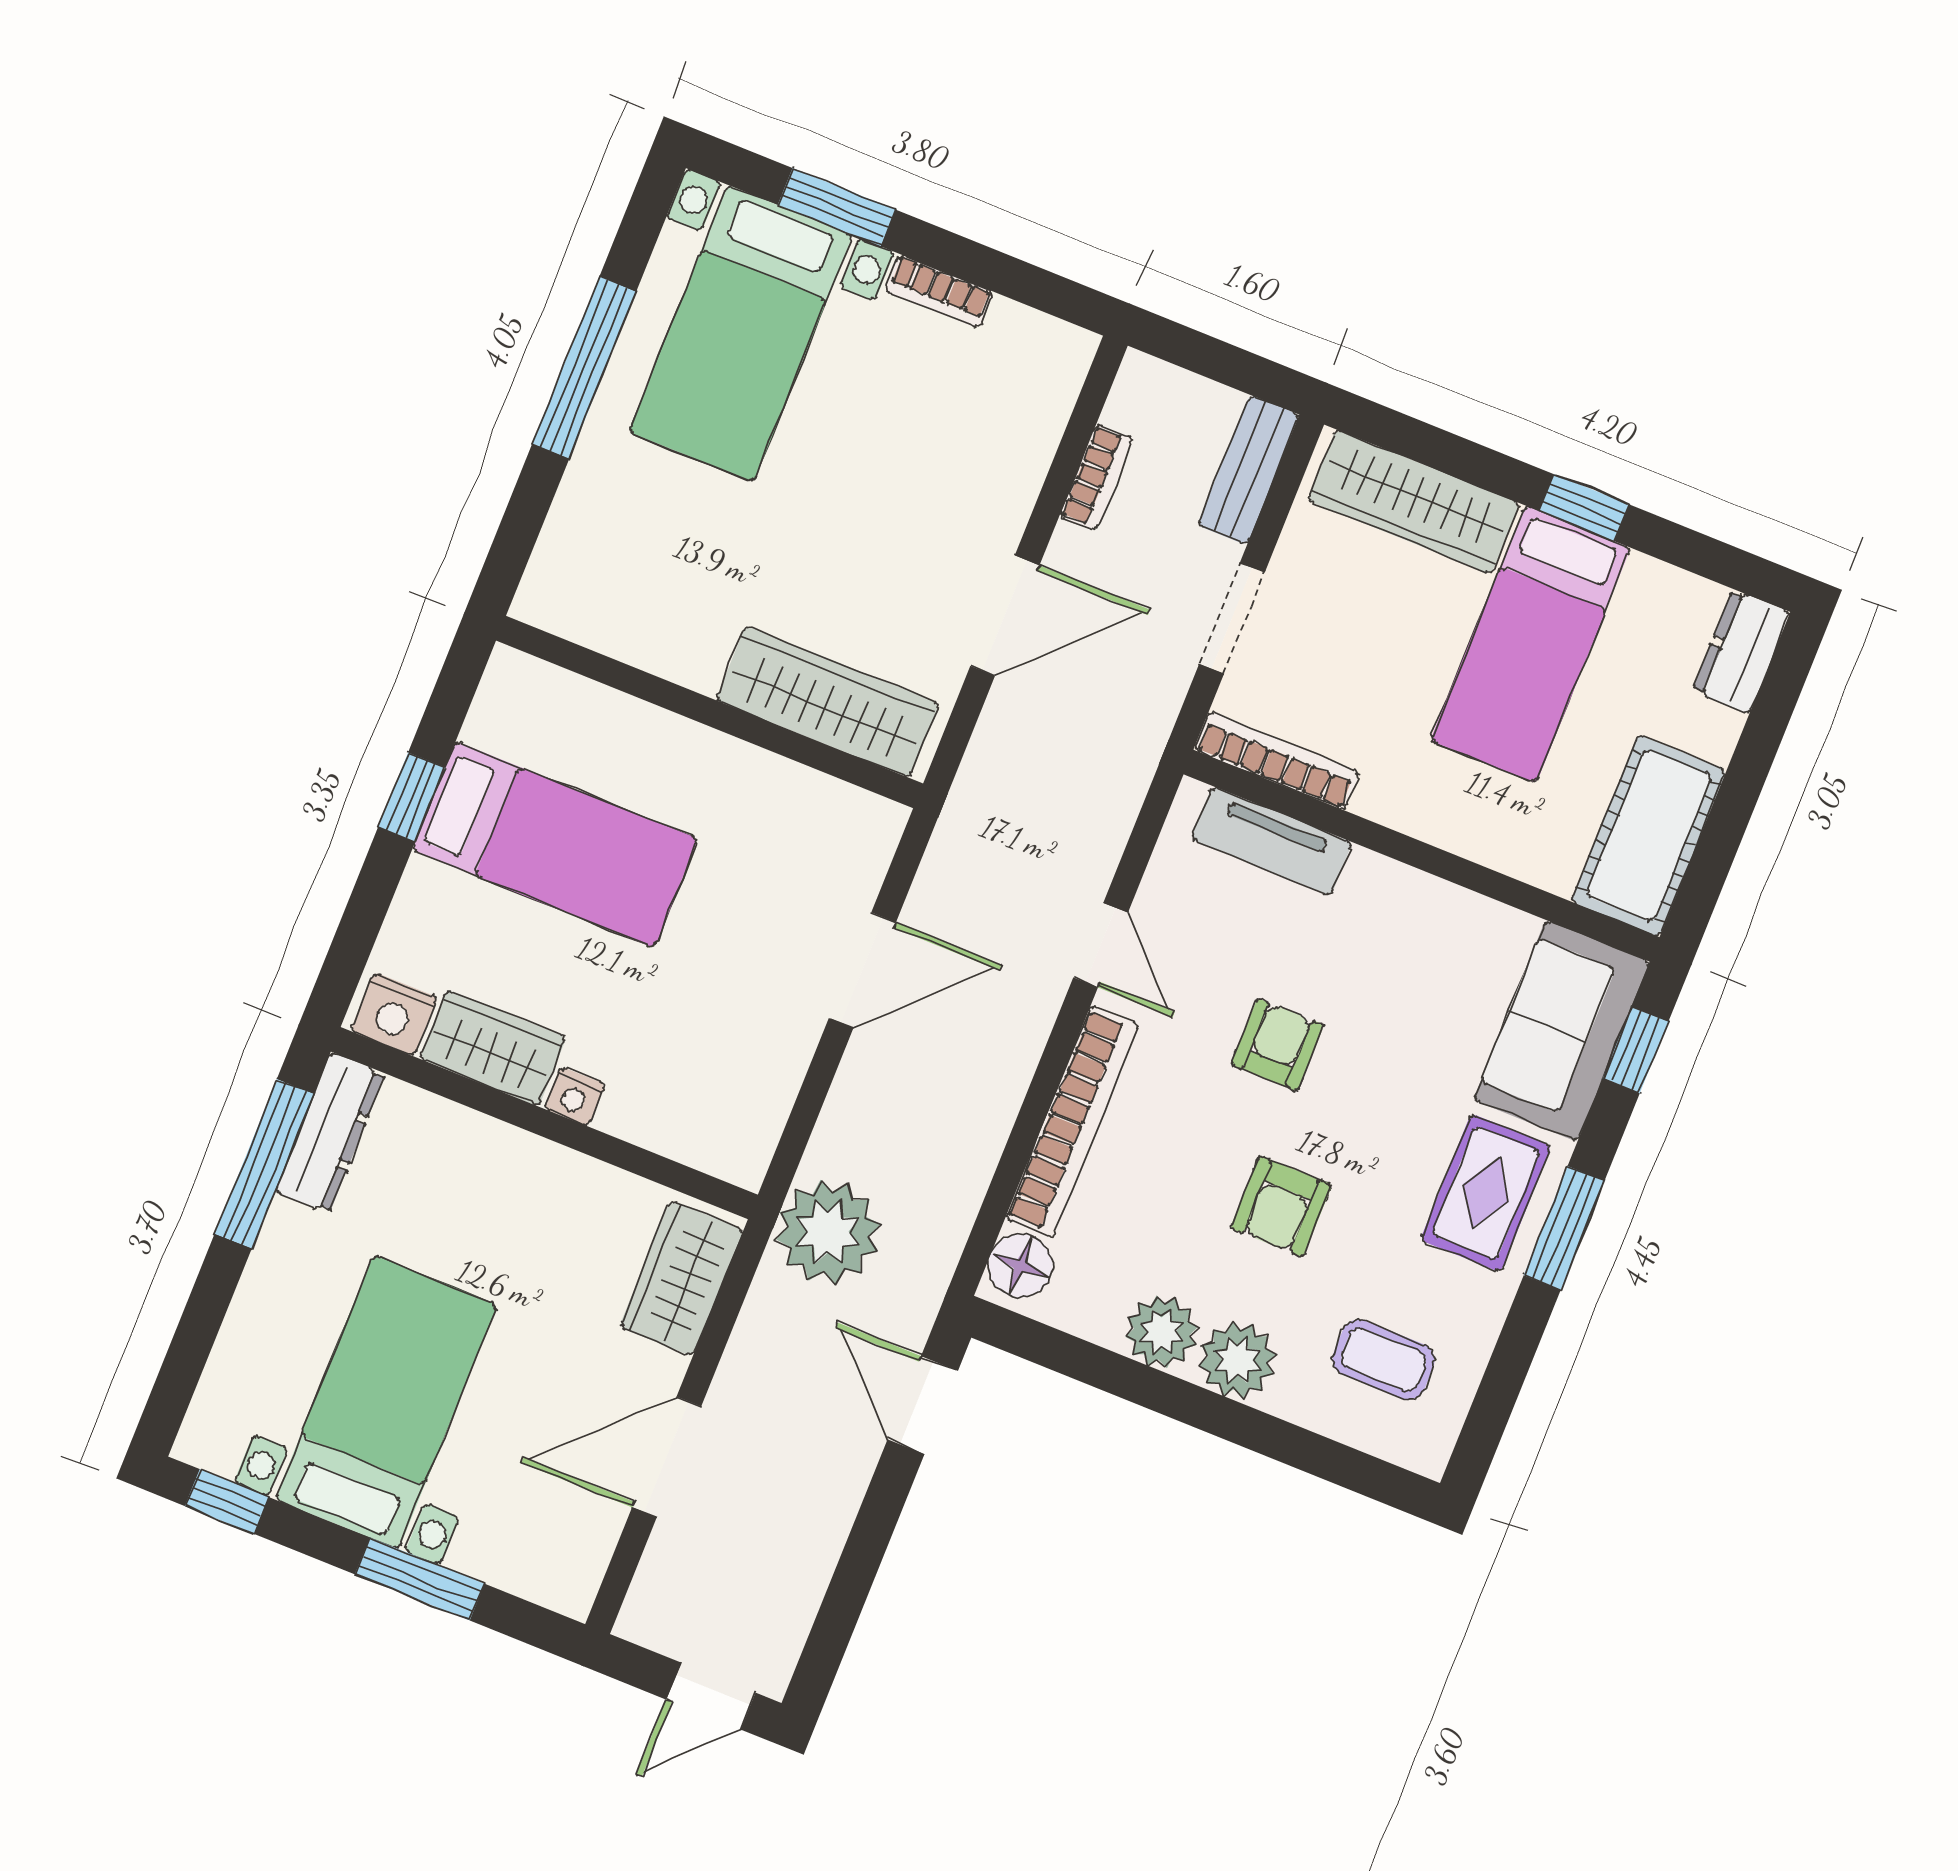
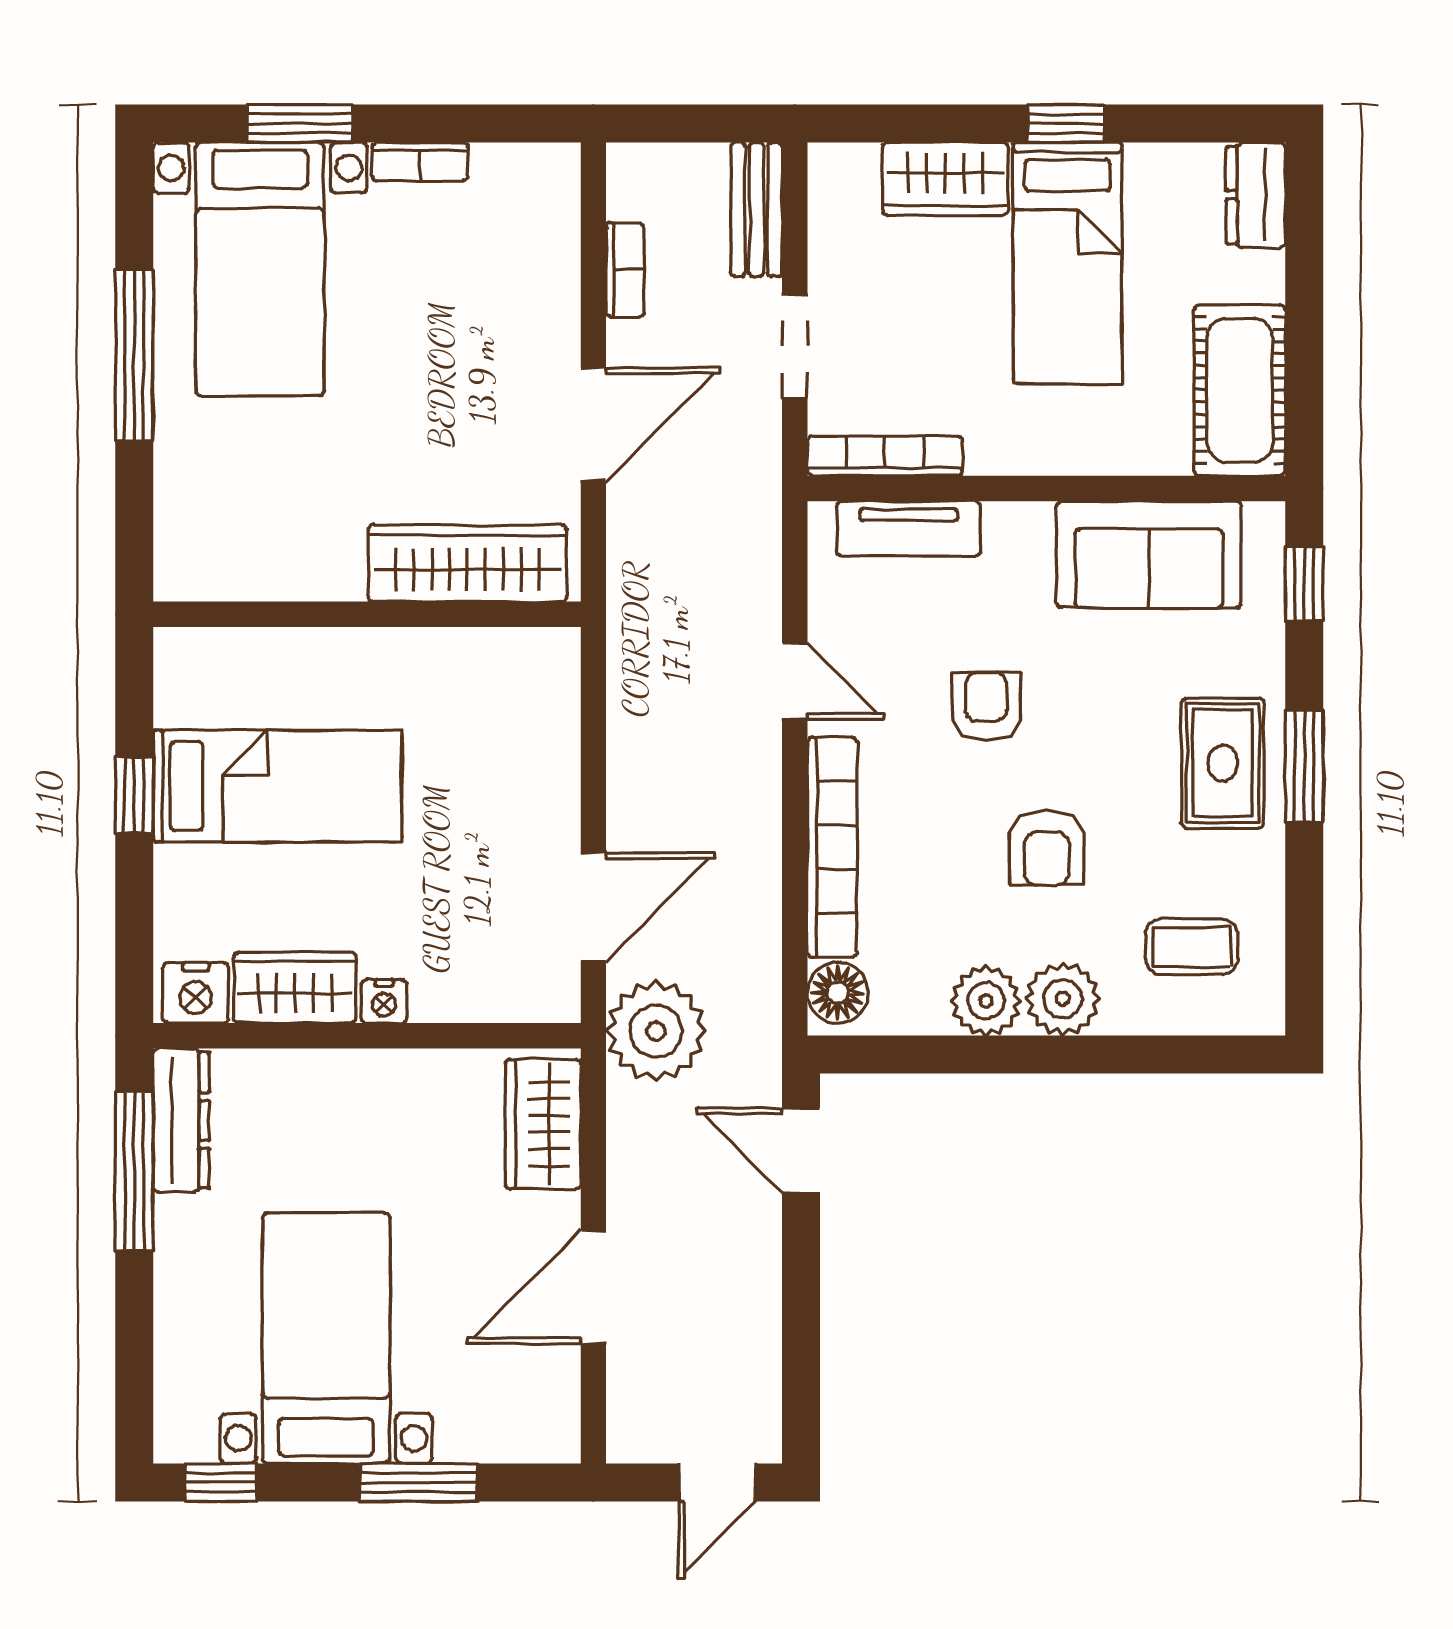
wardrobe: (1414, 502) -> (945, 179), width x0.67
door: (862, 970) -> (593, 907), moved
sofa: (1561, 1031) -> (1149, 554), moved, turned -90

